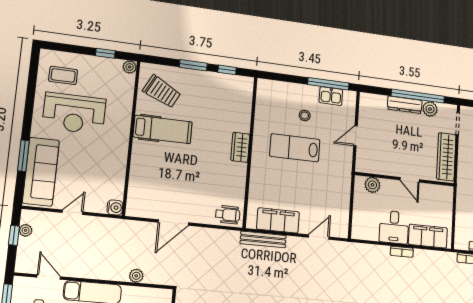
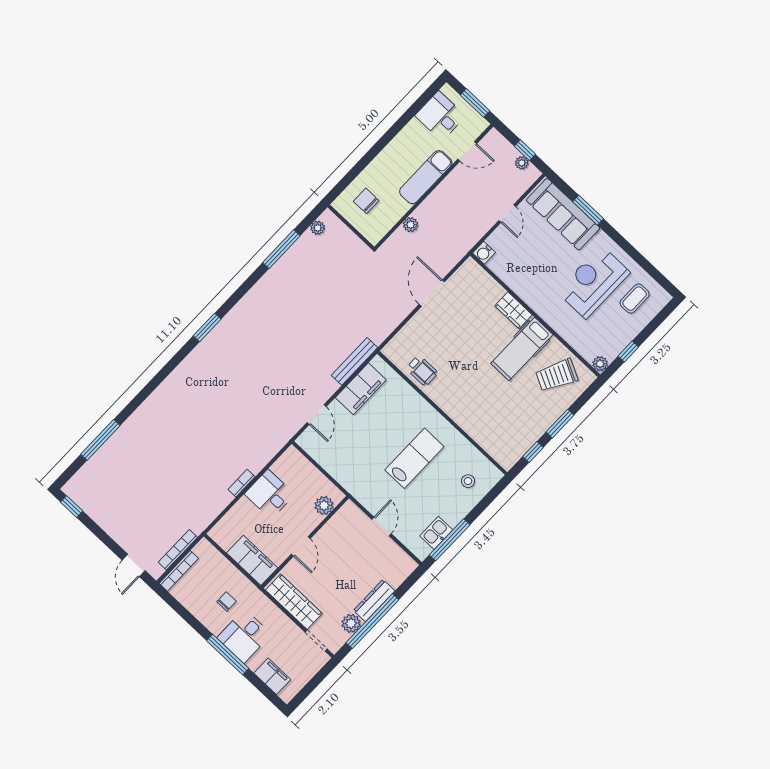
stool: (305, 115) -> (468, 481), moved
wardrobe: (240, 147) -> (513, 310), moved, turned 180
door: (410, 180) -> (301, 546), swing flipped
wheelchair: (228, 215) -> (422, 371), moved, turned -90
filing cabinet: (428, 236) -> (252, 560), moved, turned -90

